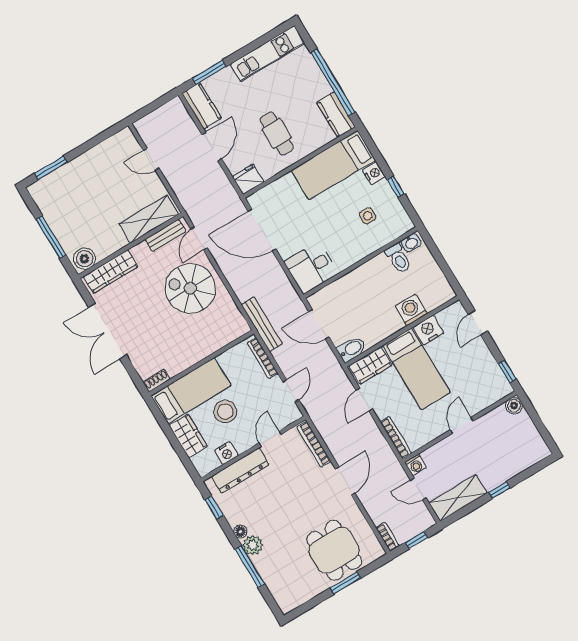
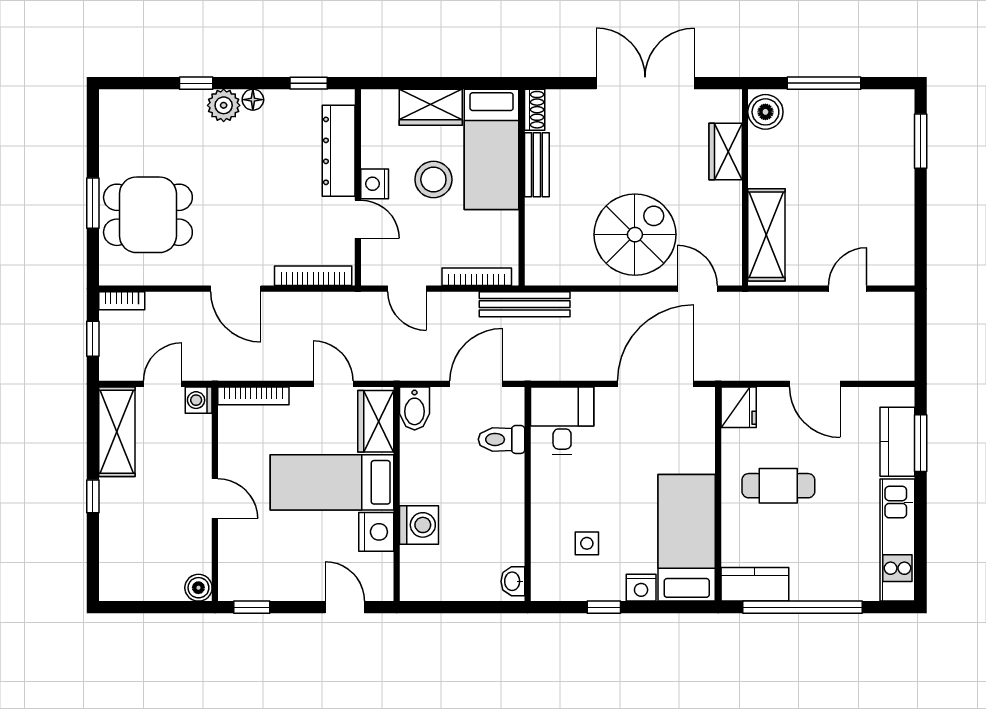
kitchen counter: (202, 106) -> (897, 442), moved, turned 90
bench: (165, 235) -> (537, 165), moved
toilet: (398, 258) -> (502, 439), moved
wardrobe: (111, 272) -> (726, 152), width x0.67
nightstand: (226, 453) -> (375, 184), moved
window: (250, 567) -> (196, 83), width x0.46

